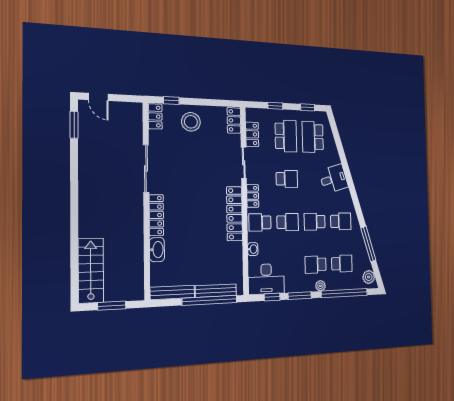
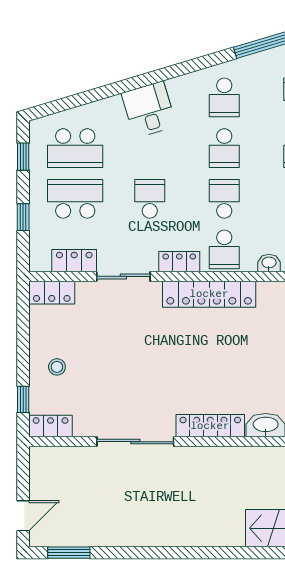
stool: (191, 122) -> (57, 367), width x0.53, depth x0.53
school desk: (341, 221) -> (224, 97), turned 180

